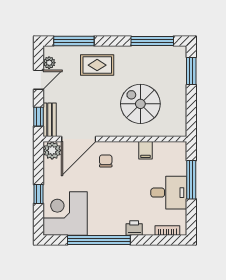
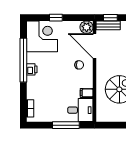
desk: (169, 193) -> (80, 110), moved, turned -90
printer: (134, 228) -> (32, 69), moved

